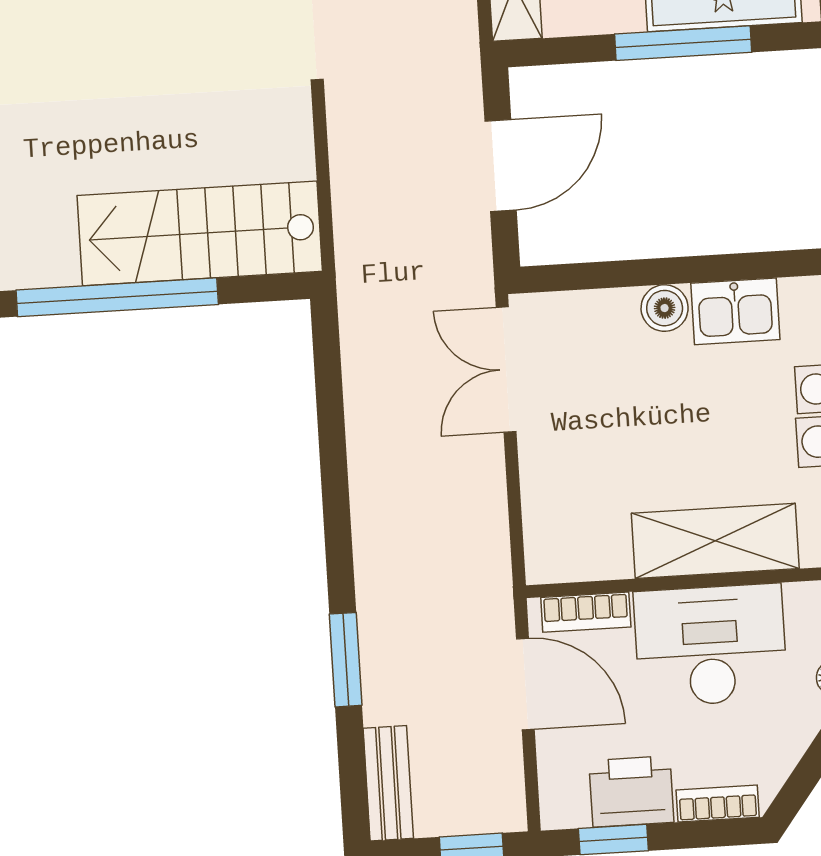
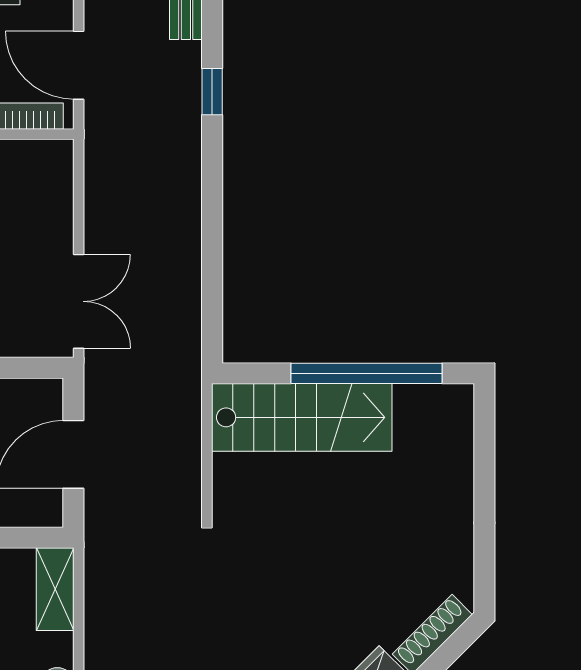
window: (346, 660) -> (212, 92), width x0.67

